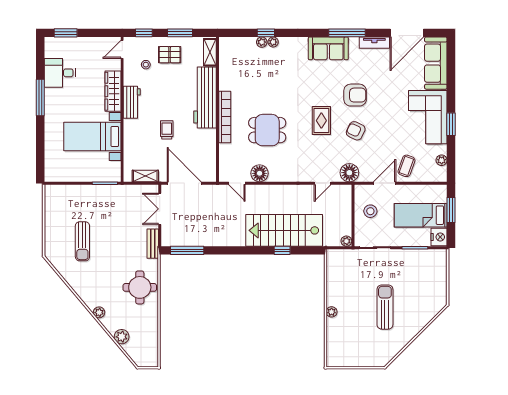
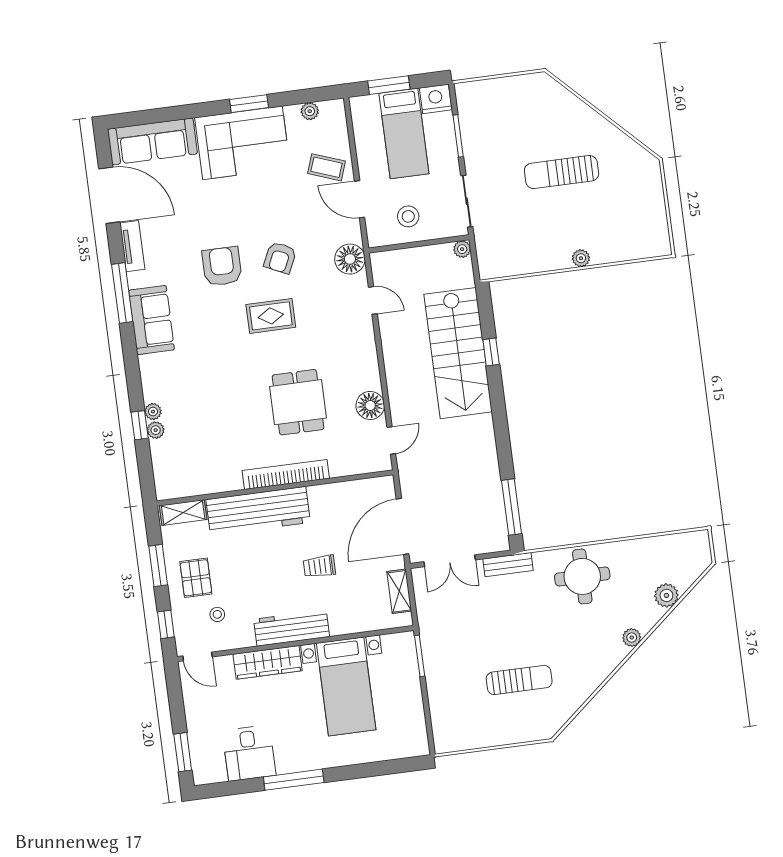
workbench: (132, 102) -> (292, 628), width x1.38

